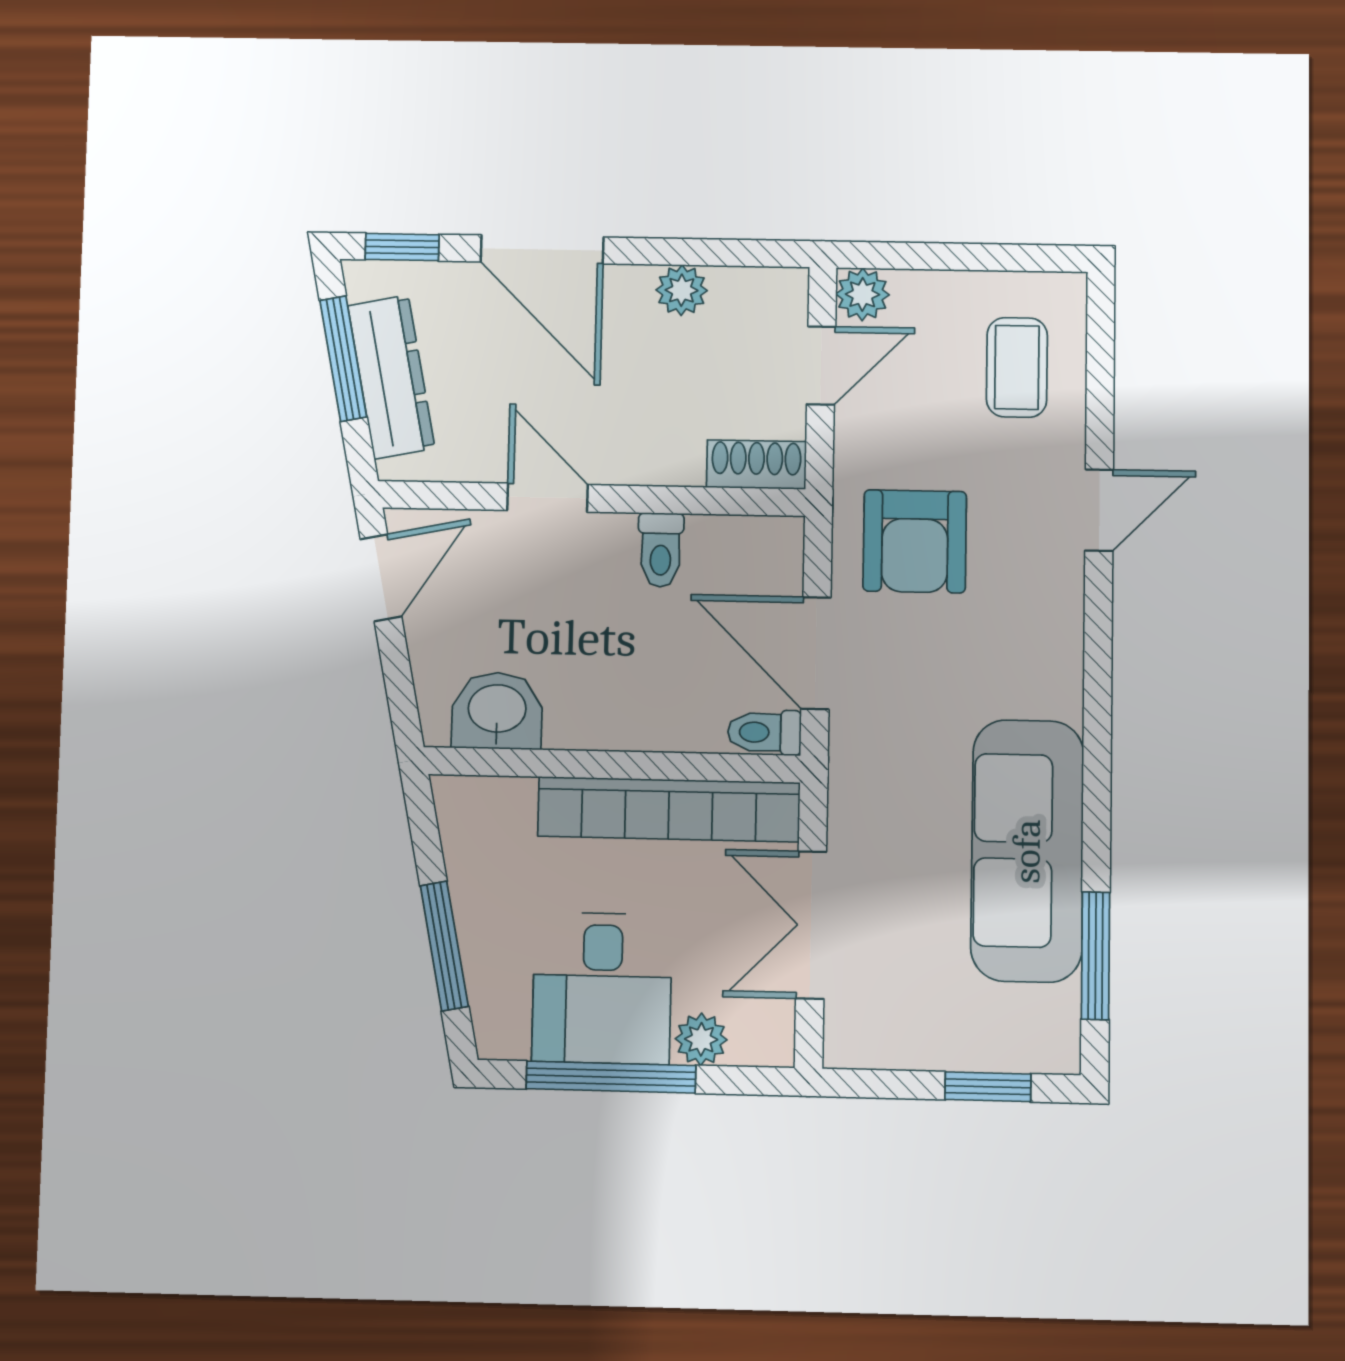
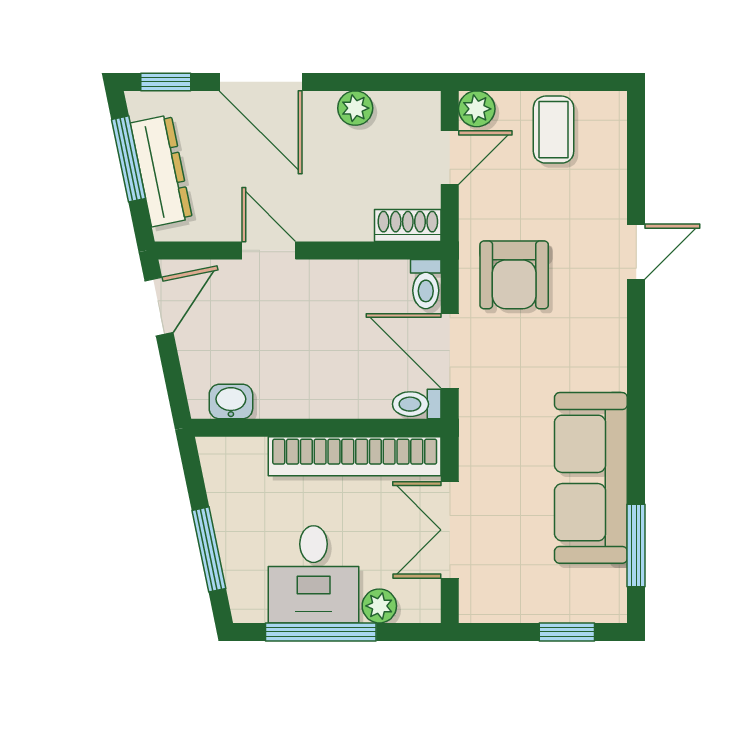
coffee table: (1017, 367) -> (554, 130), moved
toilet: (661, 550) -> (426, 284), moved
washbasin: (497, 711) -> (231, 402), width x0.72, depth x0.69

